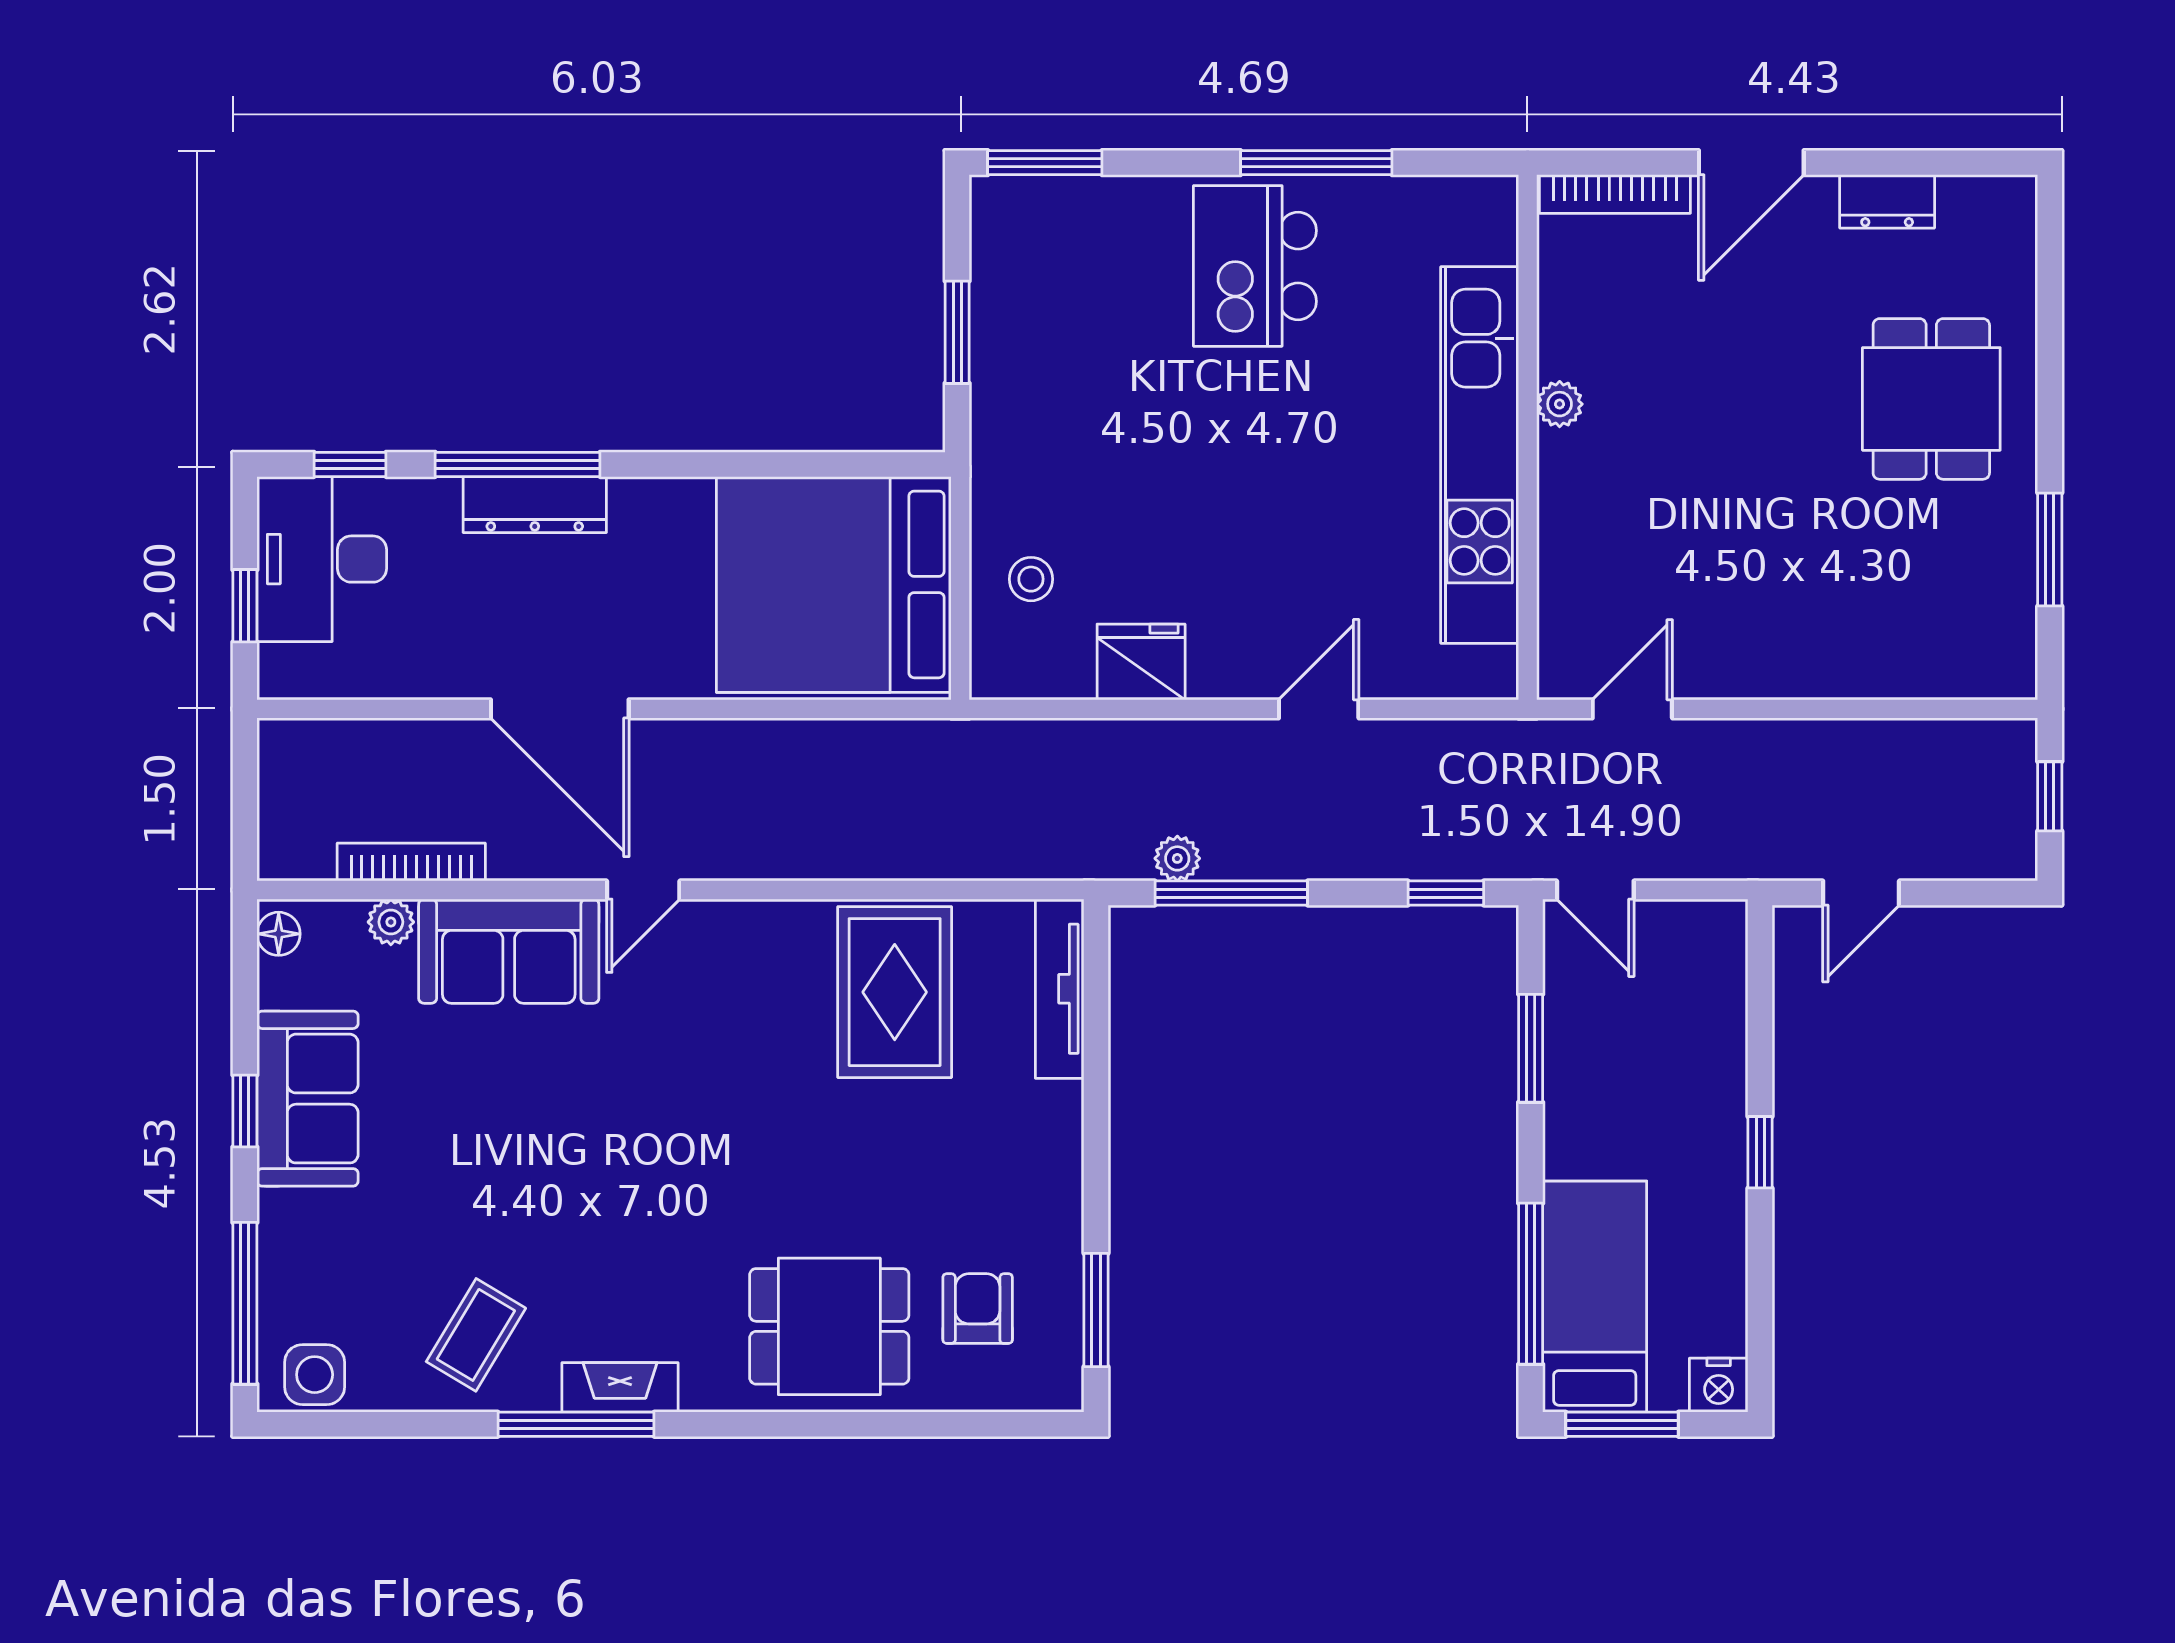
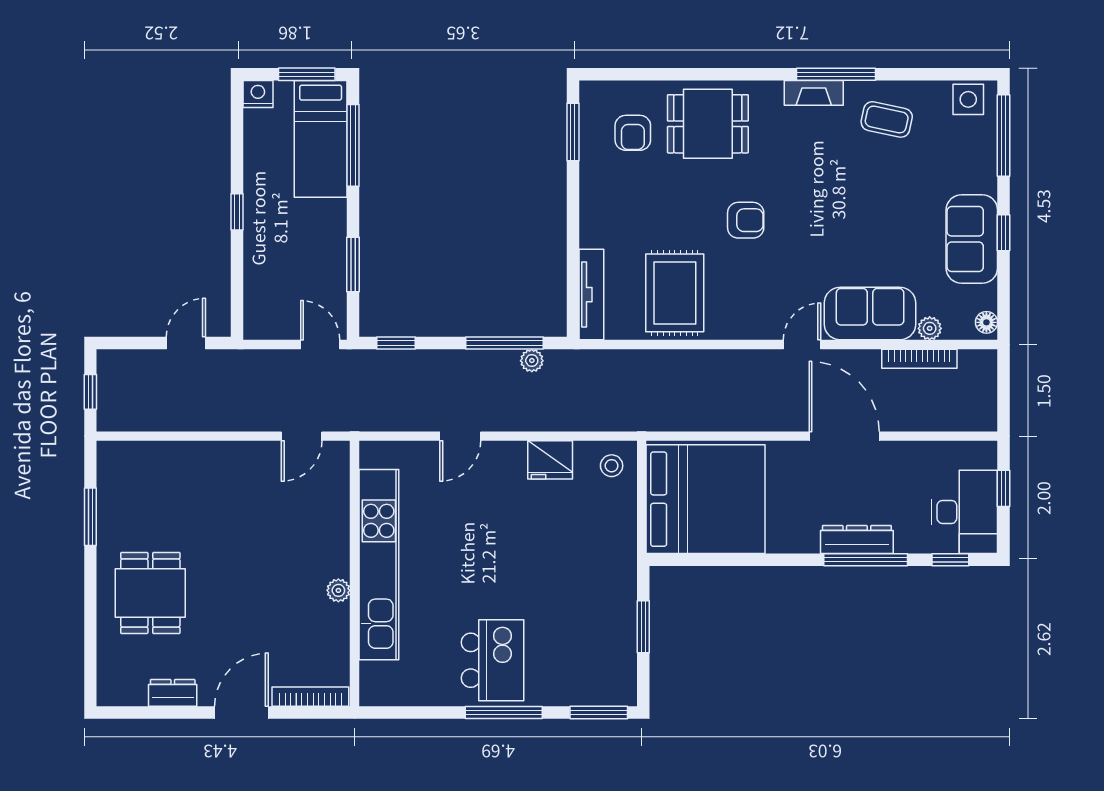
window: (1316, 163) -> (504, 713), moved
stool: (1031, 579) -> (612, 466), moved
armchair: (755, 1136) -> (746, 220), added
coffee table: (476, 1335) -> (887, 119), turned 71

